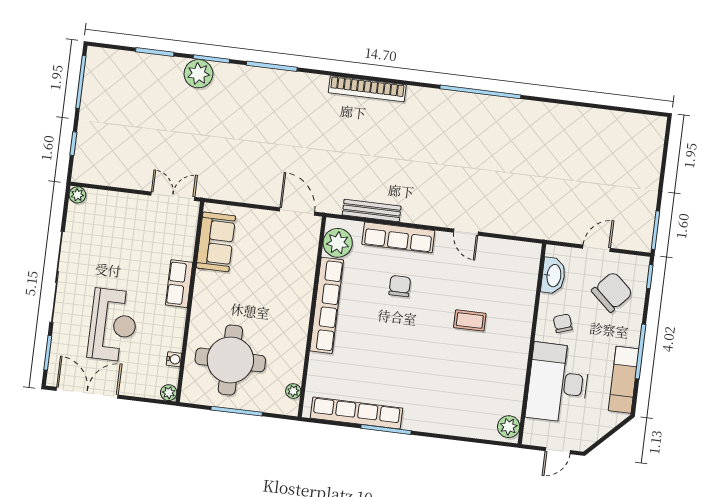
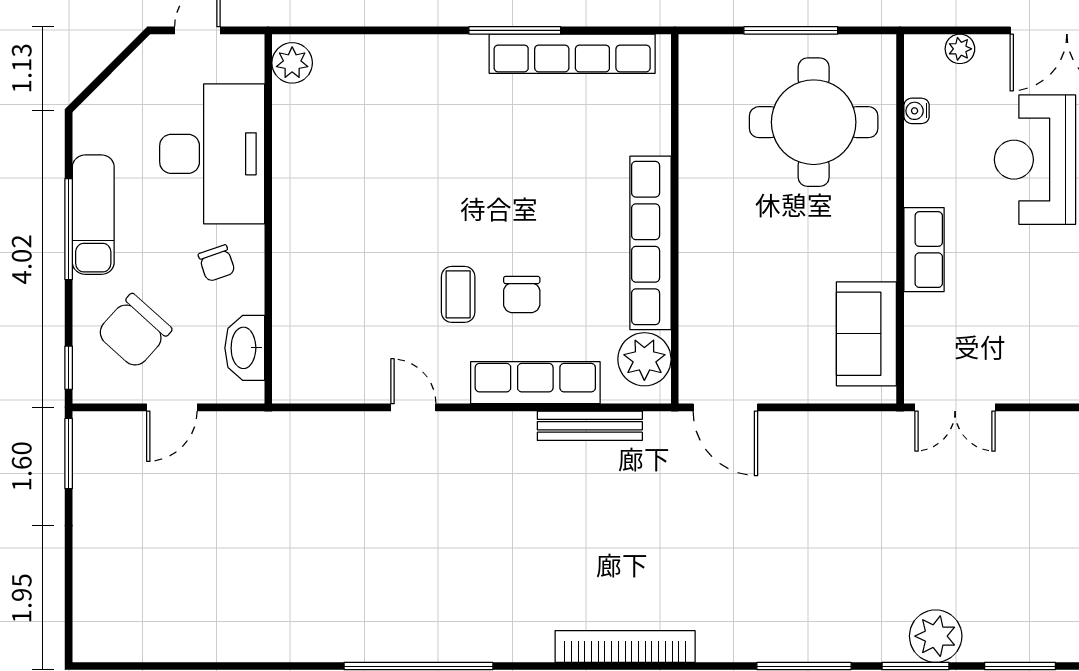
coffee table: (470, 320) -> (458, 294), moved, turned 90
exam couch: (624, 380) -> (93, 215), moved
plant: (293, 391) -> (692, 80), removed
plant: (169, 393) -> (960, 49), moved

